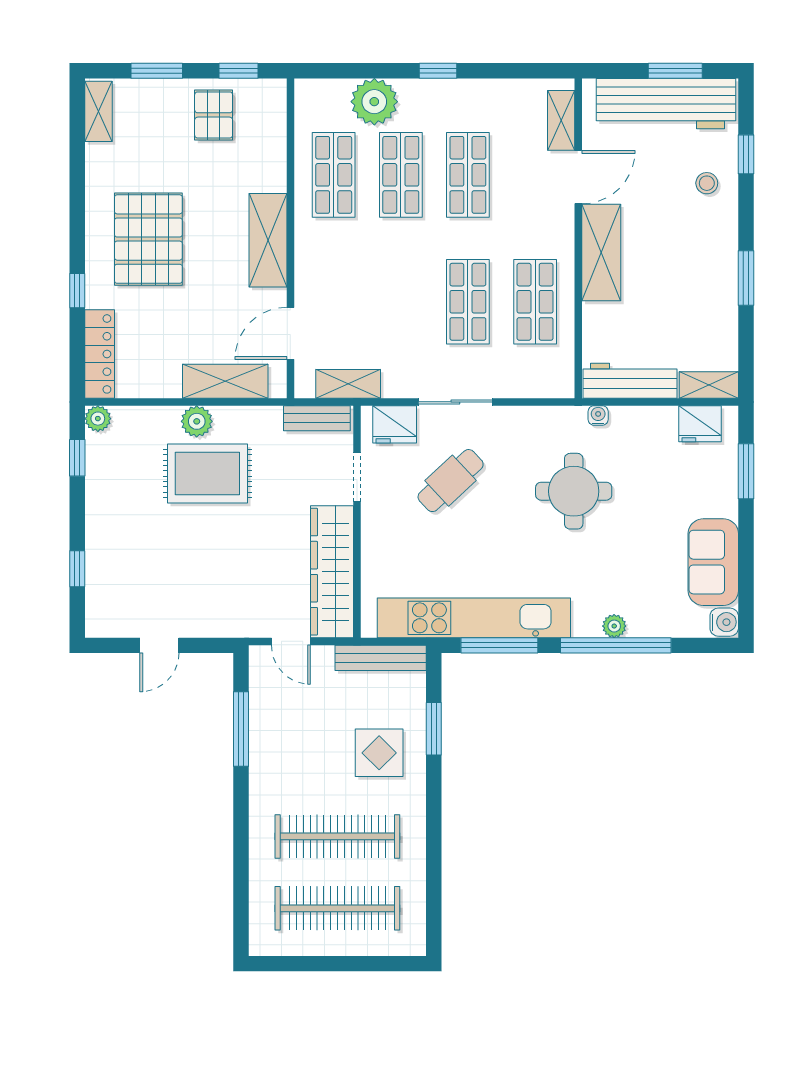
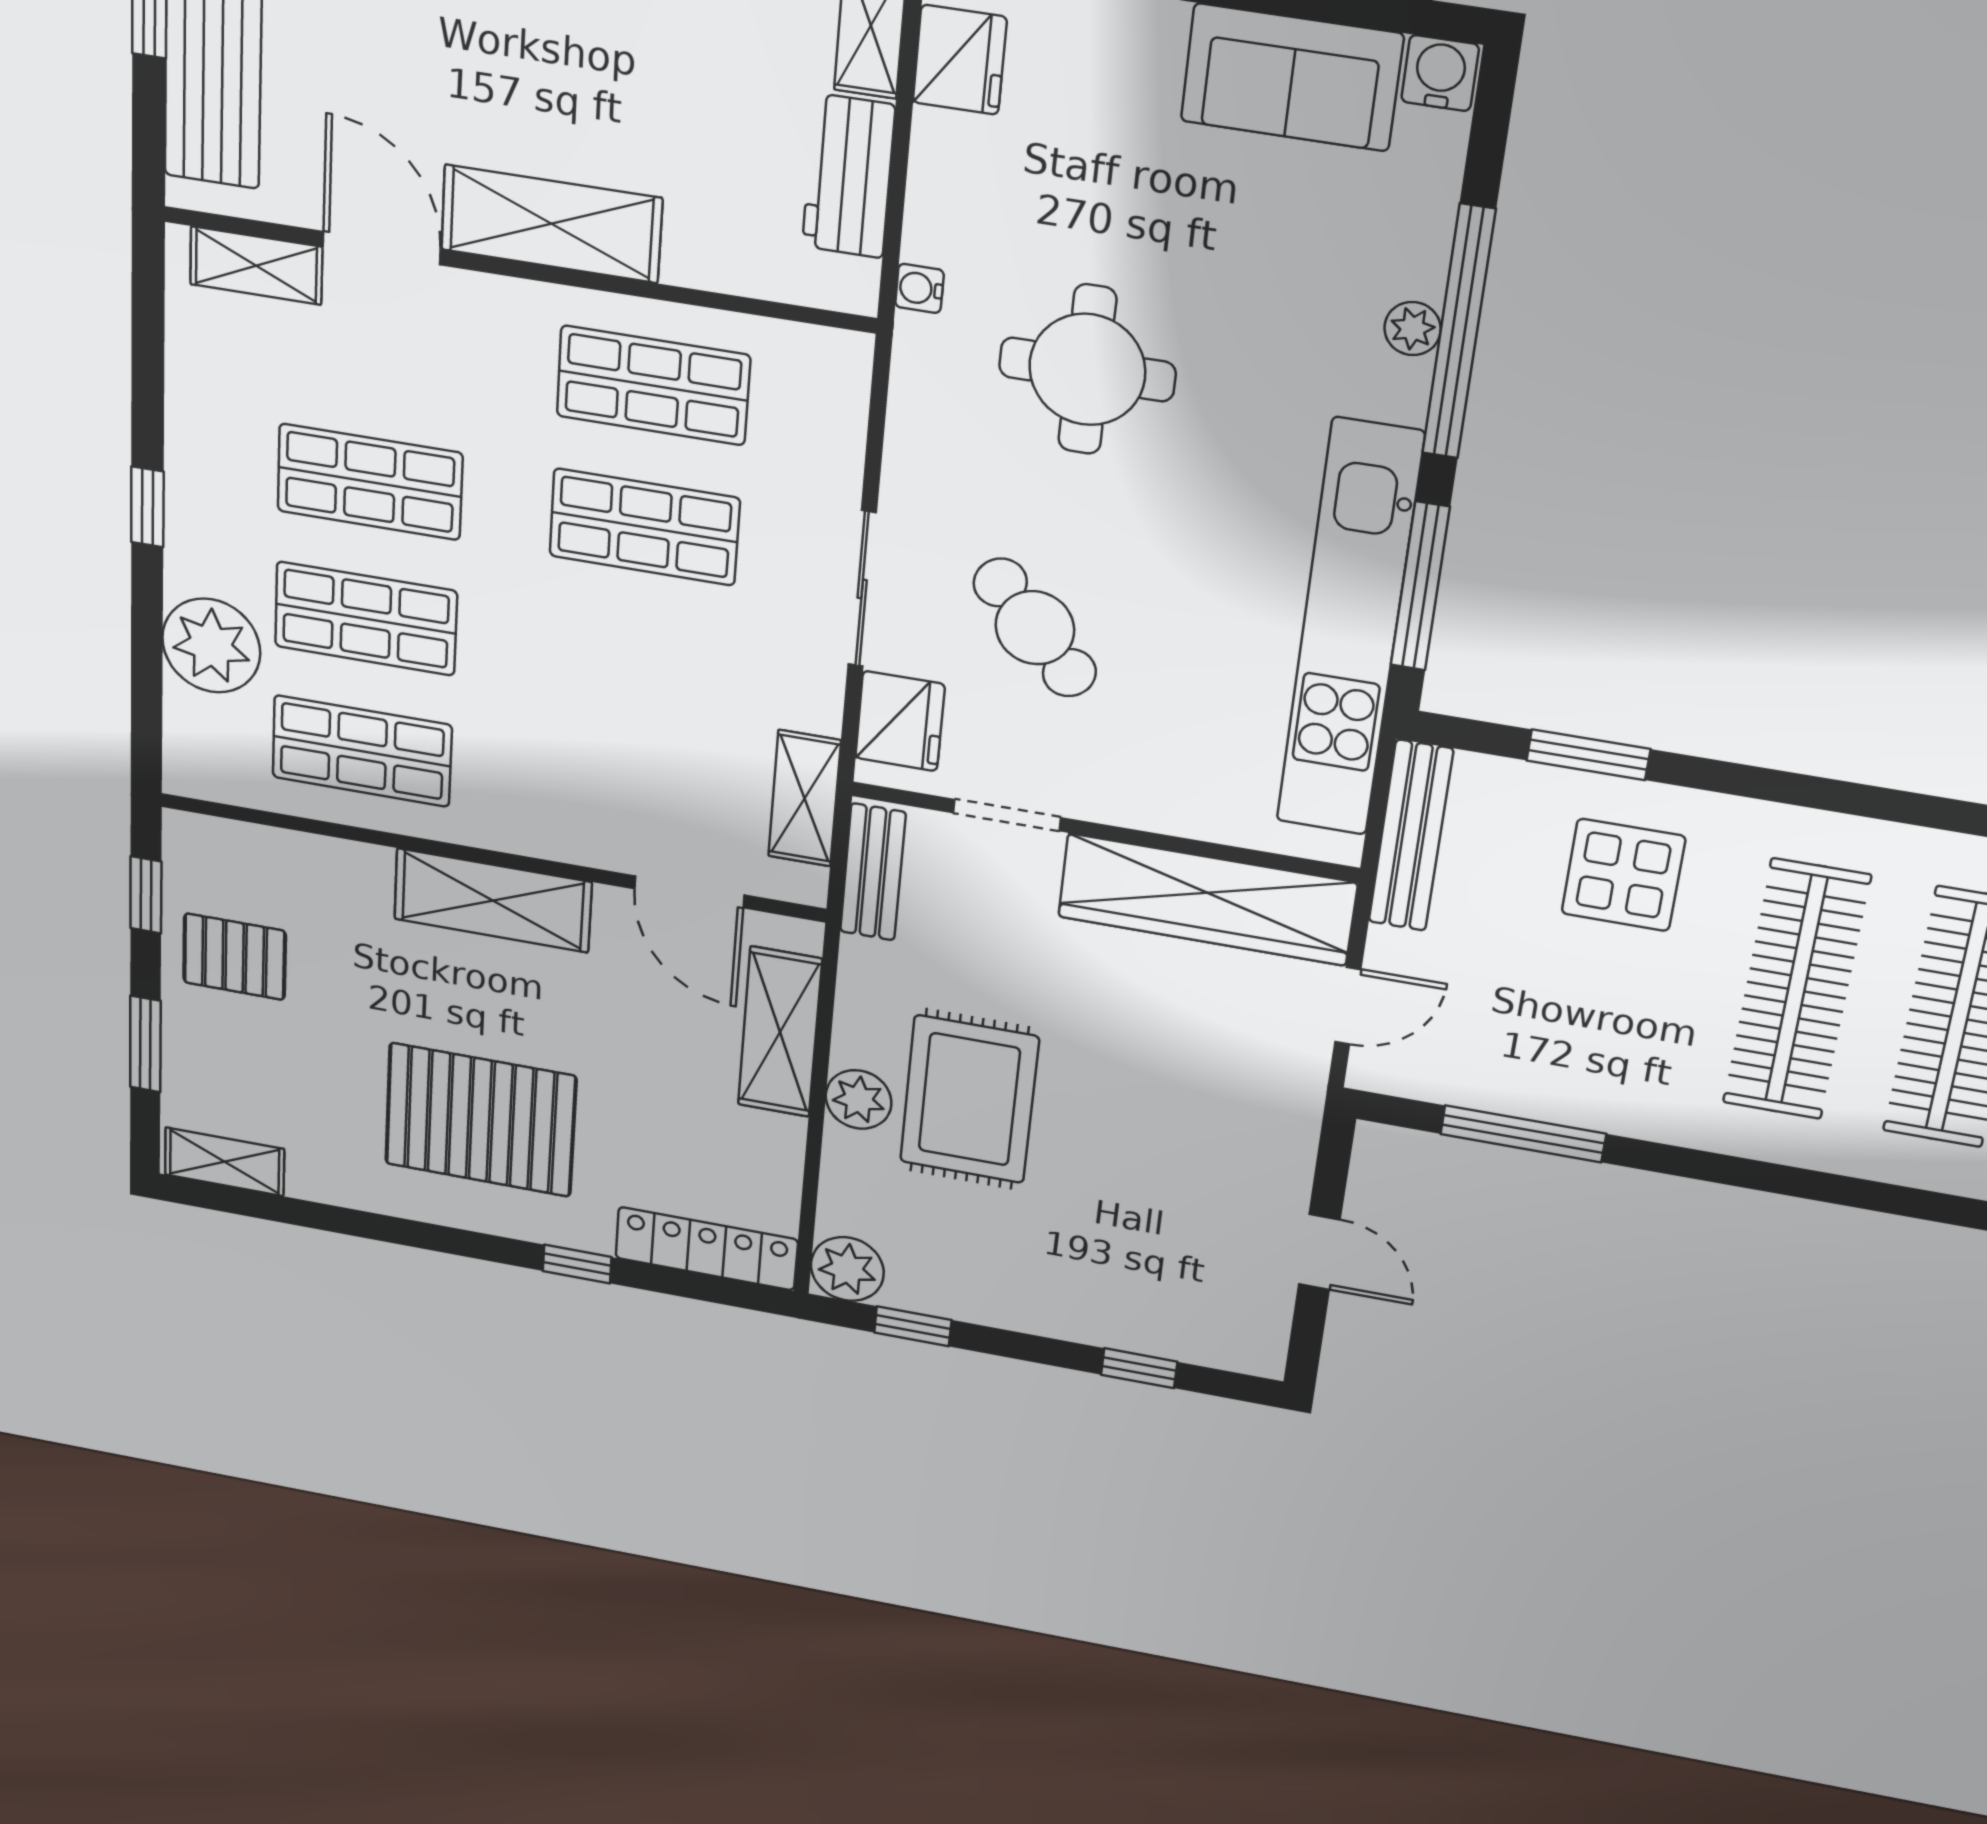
workbench: (630, 381) -> (848, 176), width x0.73
plant: (98, 419) -> (847, 1269), width x1.38, depth x1.38

